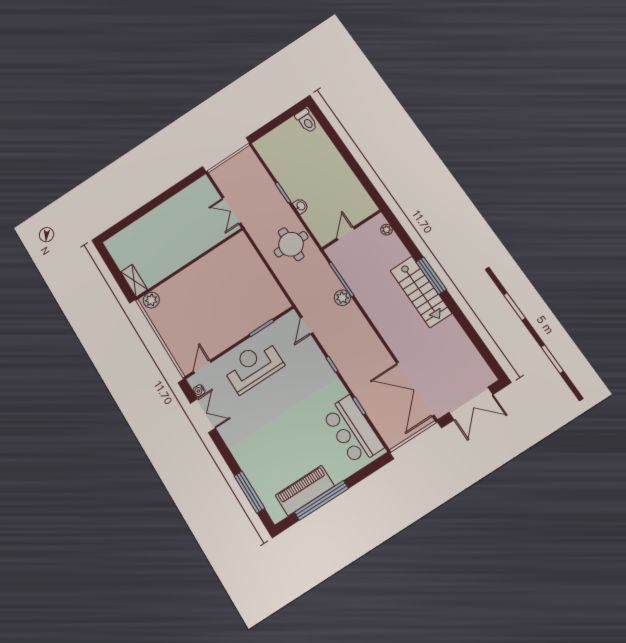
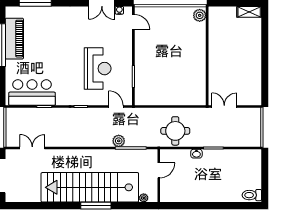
door: (346, 234) -> (159, 170), hinge flipped
shelving: (134, 281) -> (249, 12), moved
stairs: (421, 292) -> (90, 187), width x1.86, depth x1.51
reception desk: (253, 366) -> (98, 69), moved
double door: (415, 389) -> (32, 148), width x0.54

